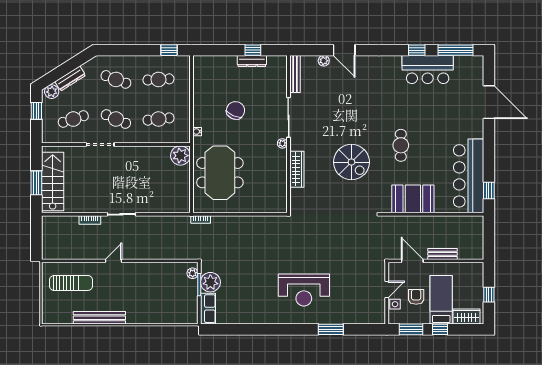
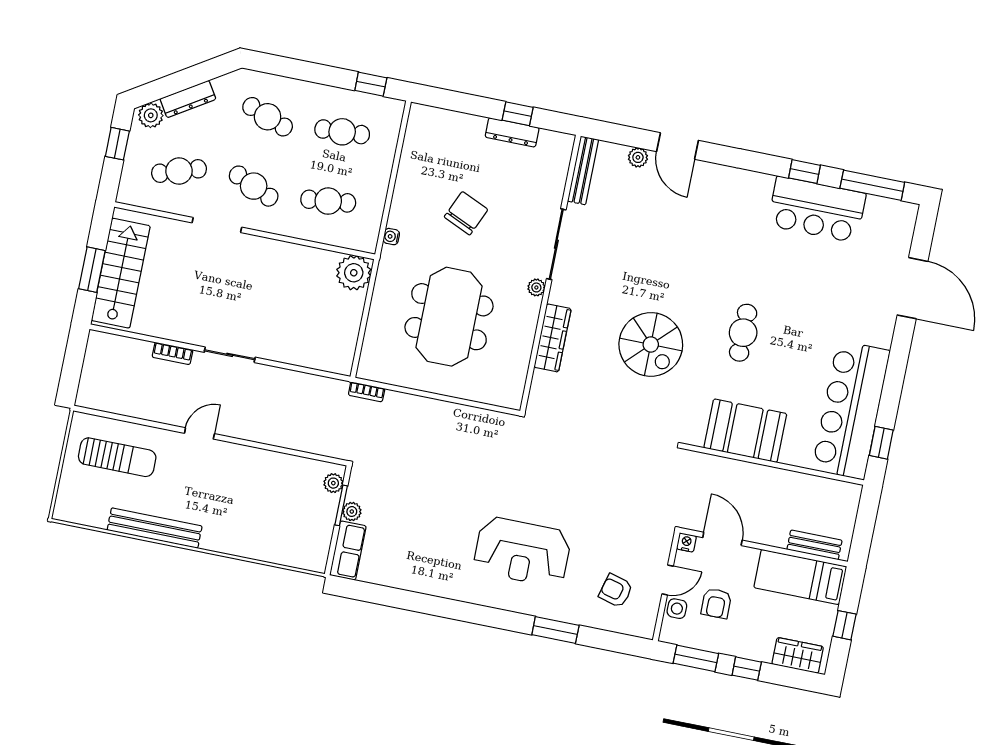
meeting table: (220, 173) -> (449, 317), moved
bench: (443, 254) -> (814, 545), moved
nightstand: (393, 267) -> (686, 542), added
plant: (210, 282) -> (352, 512), width x0.53, depth x0.53
armchair: (416, 297) -> (716, 603), turned 180
bed: (441, 300) -> (800, 577), moved, turned -90
armchair: (359, 301) -> (616, 591), added

